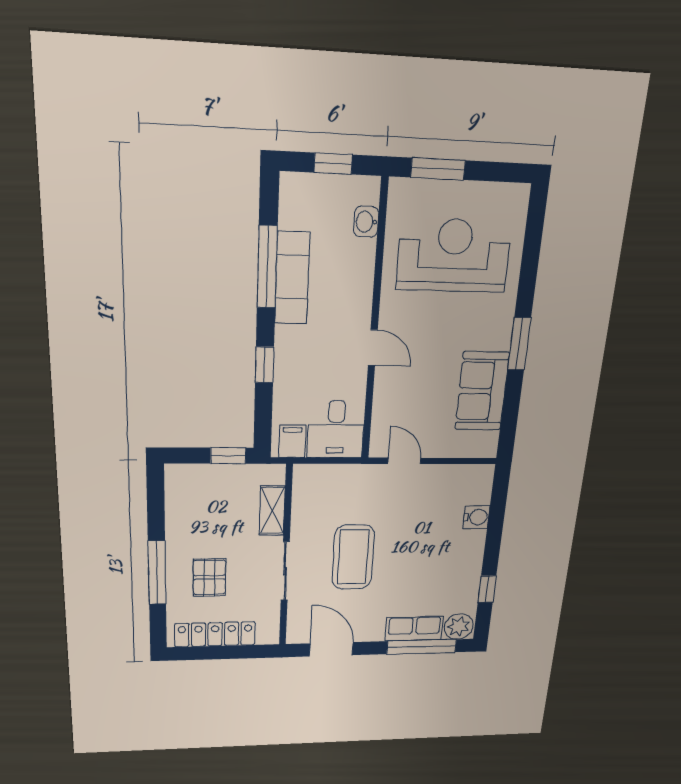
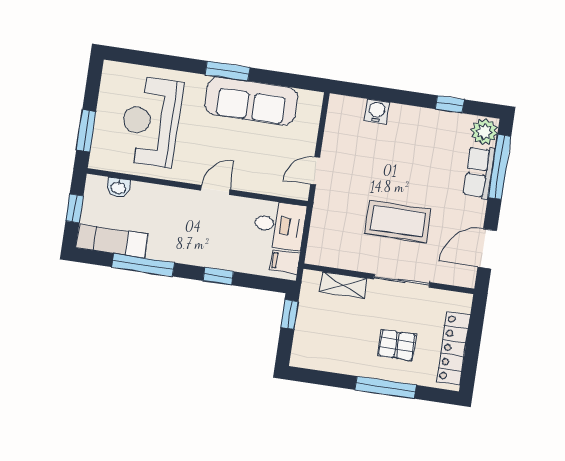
exam couch: (292, 278) -> (112, 241), moved
sofa: (482, 391) -> (251, 101), width x1.36

